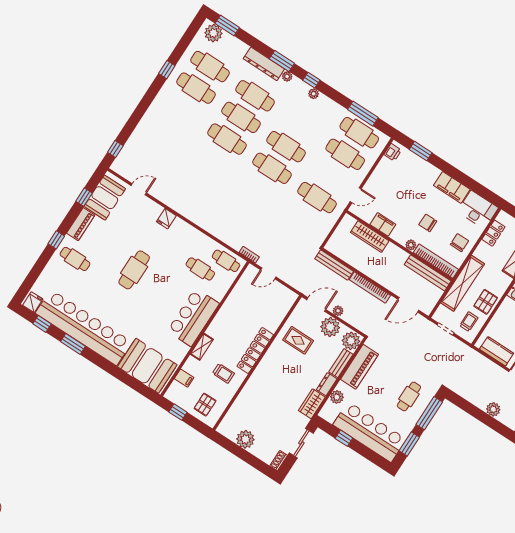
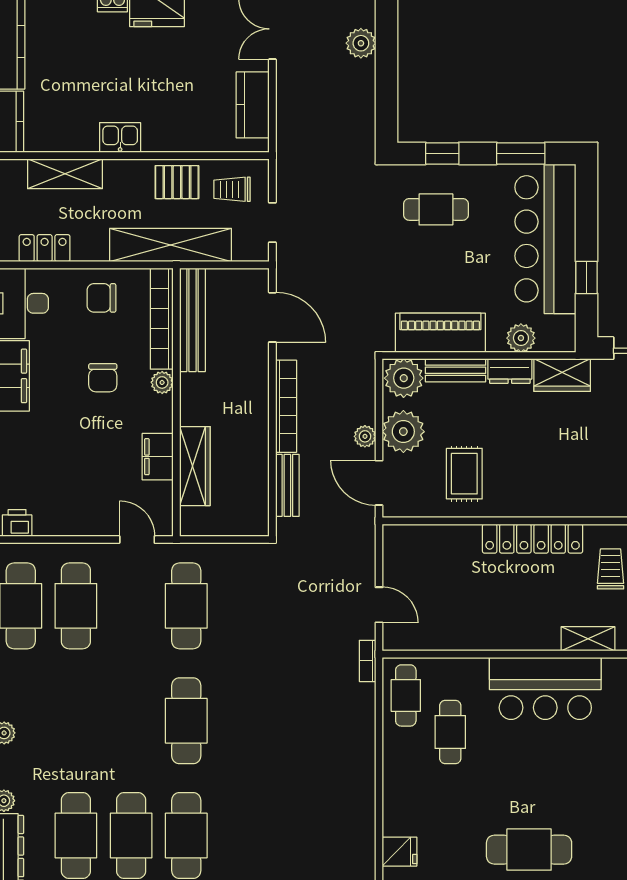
cafe table: (286, 147) -> (131, 721), removed
bench: (334, 265) -> (287, 485), width x0.73
window: (429, 413) -> (442, 153), width x0.46

